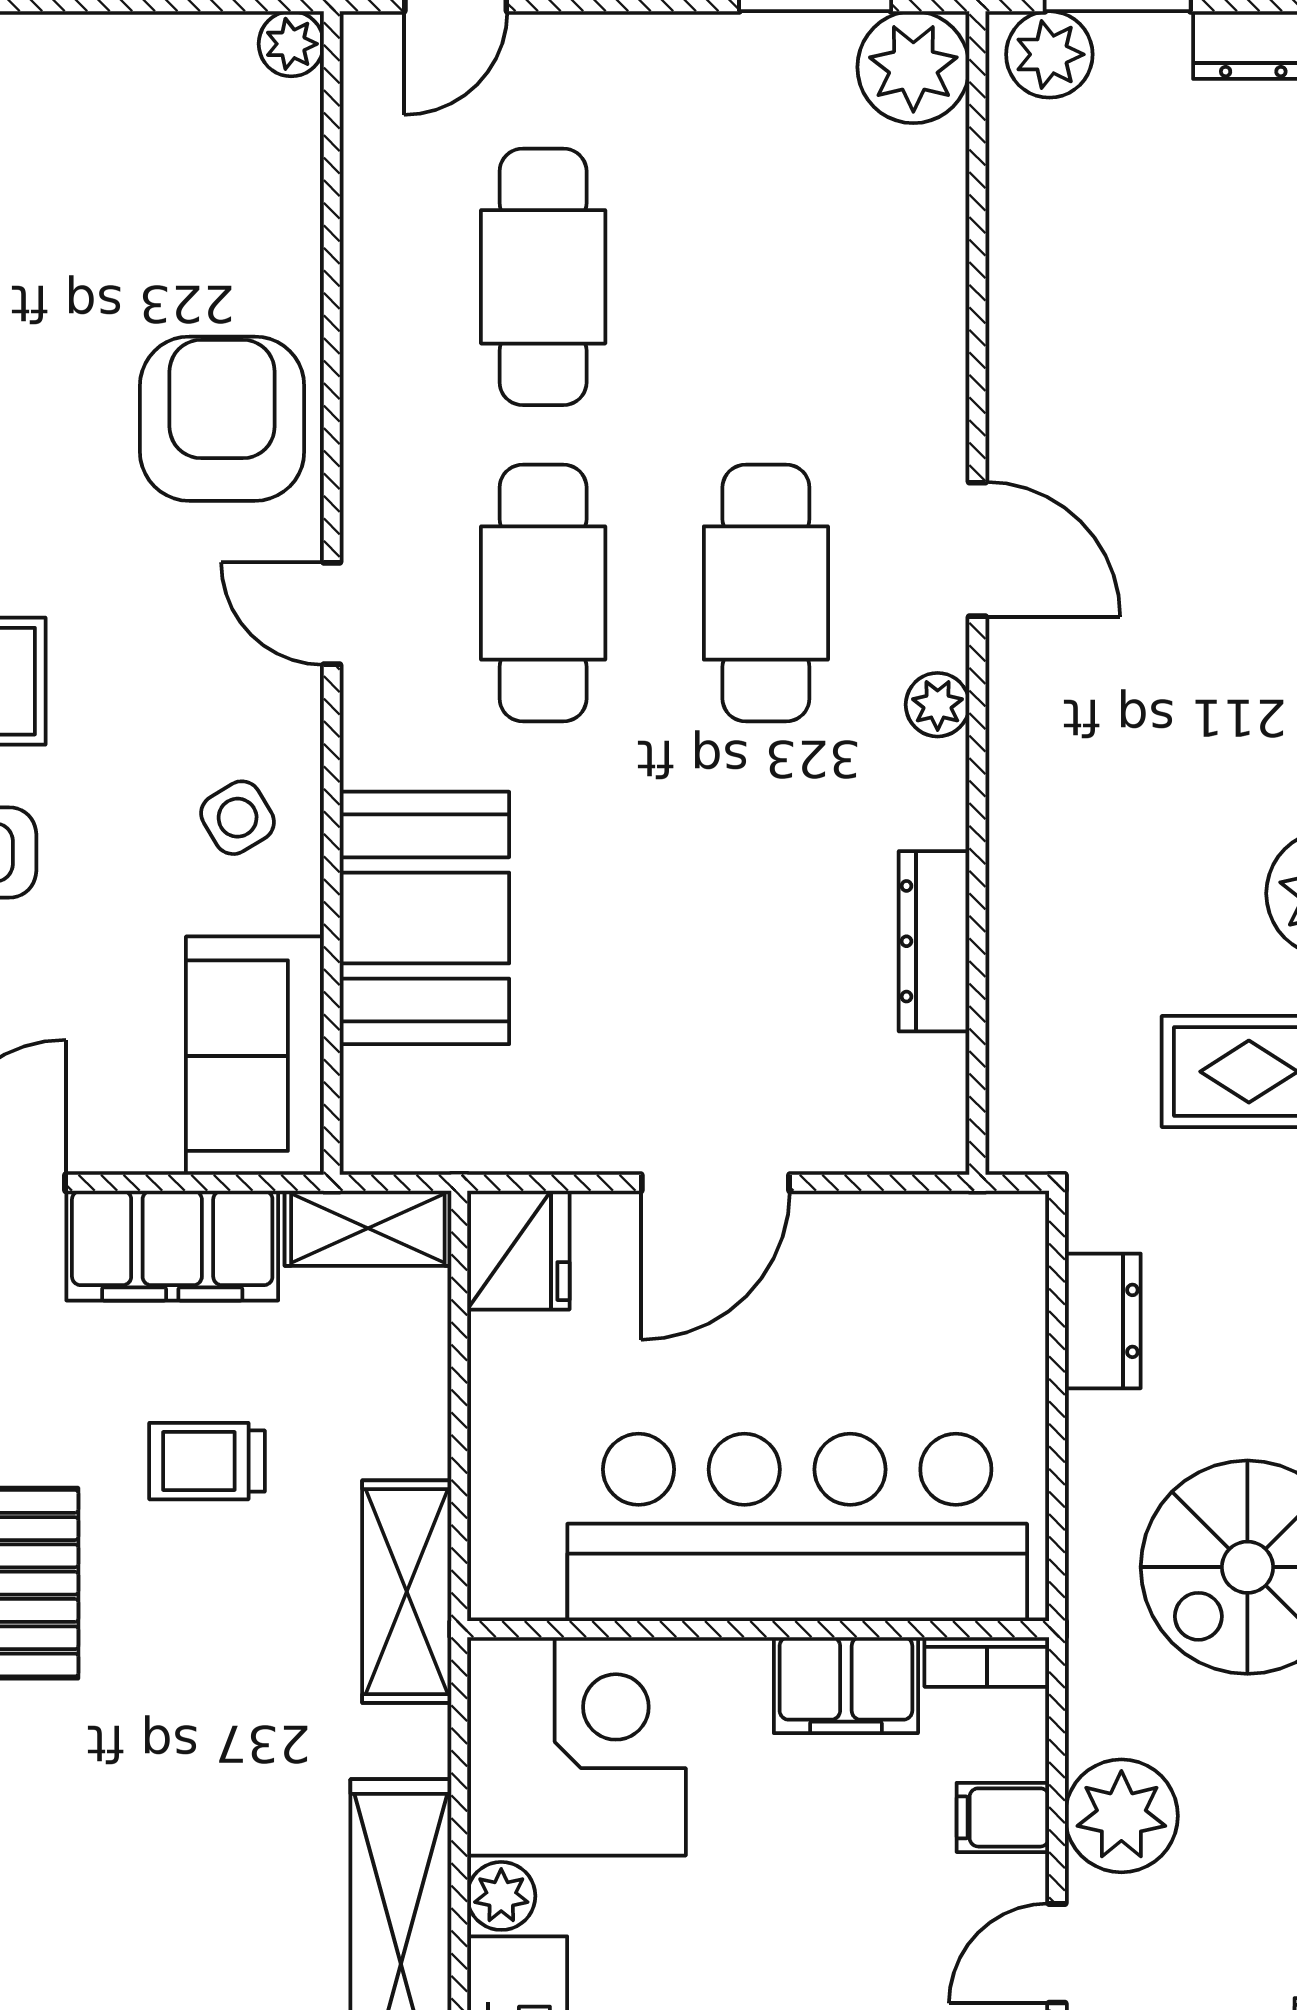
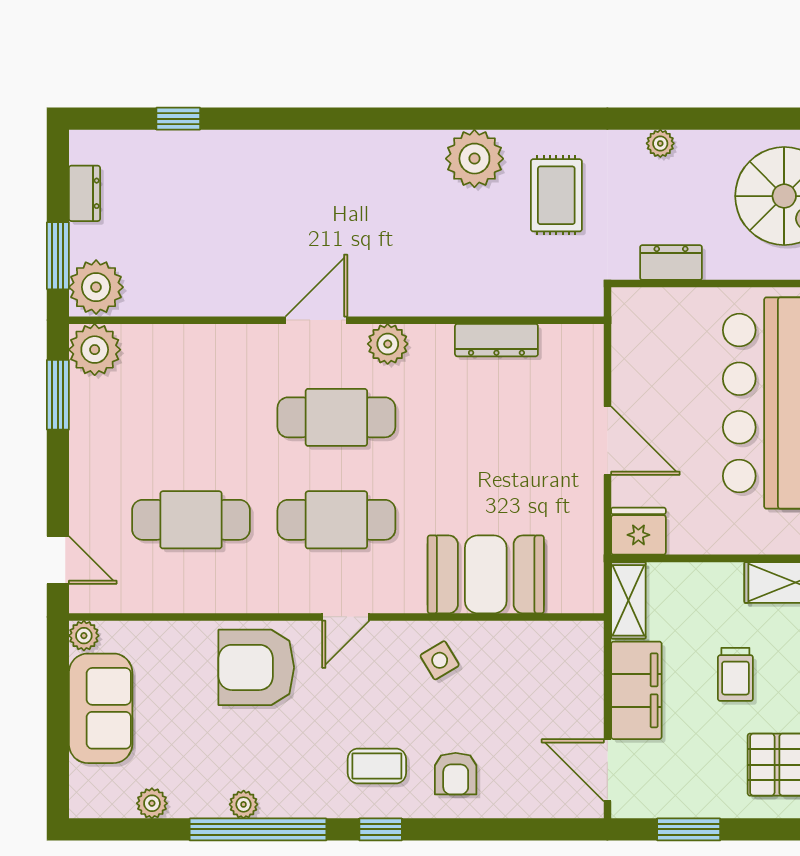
plant: (1049, 54) -> (96, 287), width x1.36, depth x1.36
plant: (938, 705) -> (388, 344), width x1.38, depth x1.38
sofa: (255, 1056) -> (101, 708), moved, turned -90

